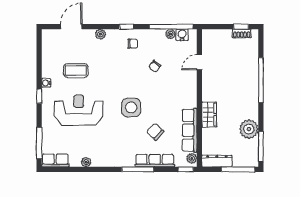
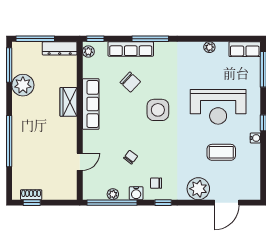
plant: (100, 34) -> (198, 189), width x1.87, depth x1.87
water cooler: (182, 35) -> (136, 193), moved
row of seats: (190, 130) -> (91, 104), moved

